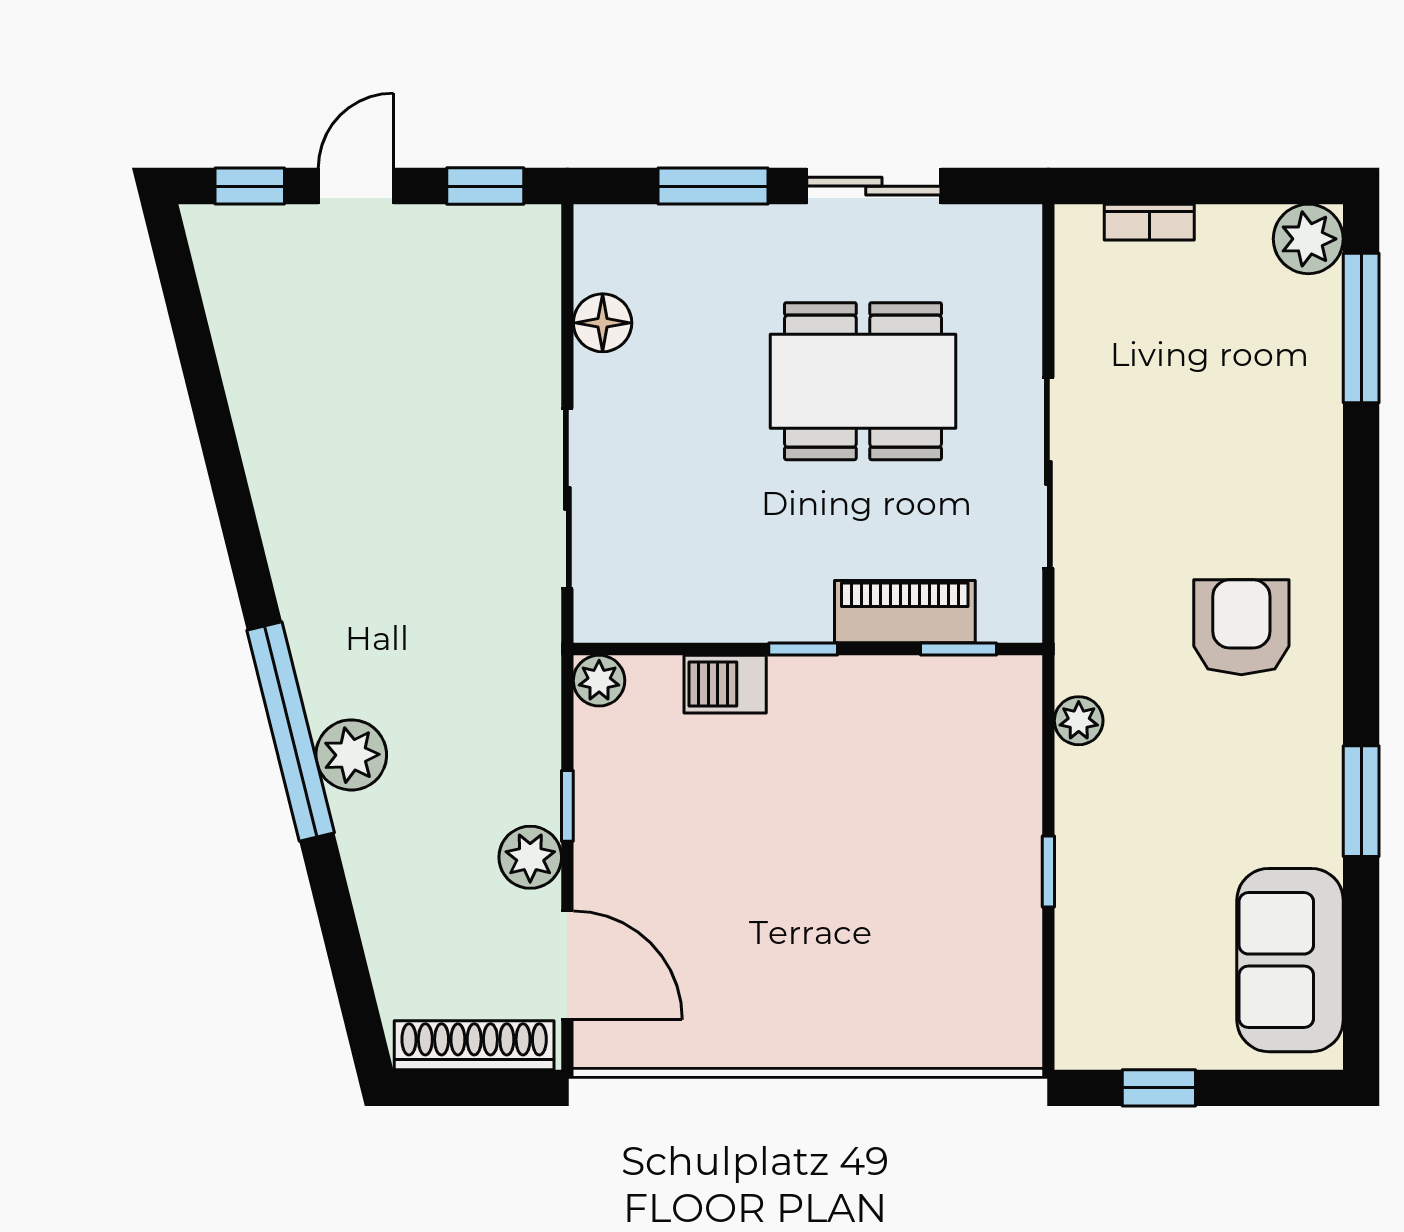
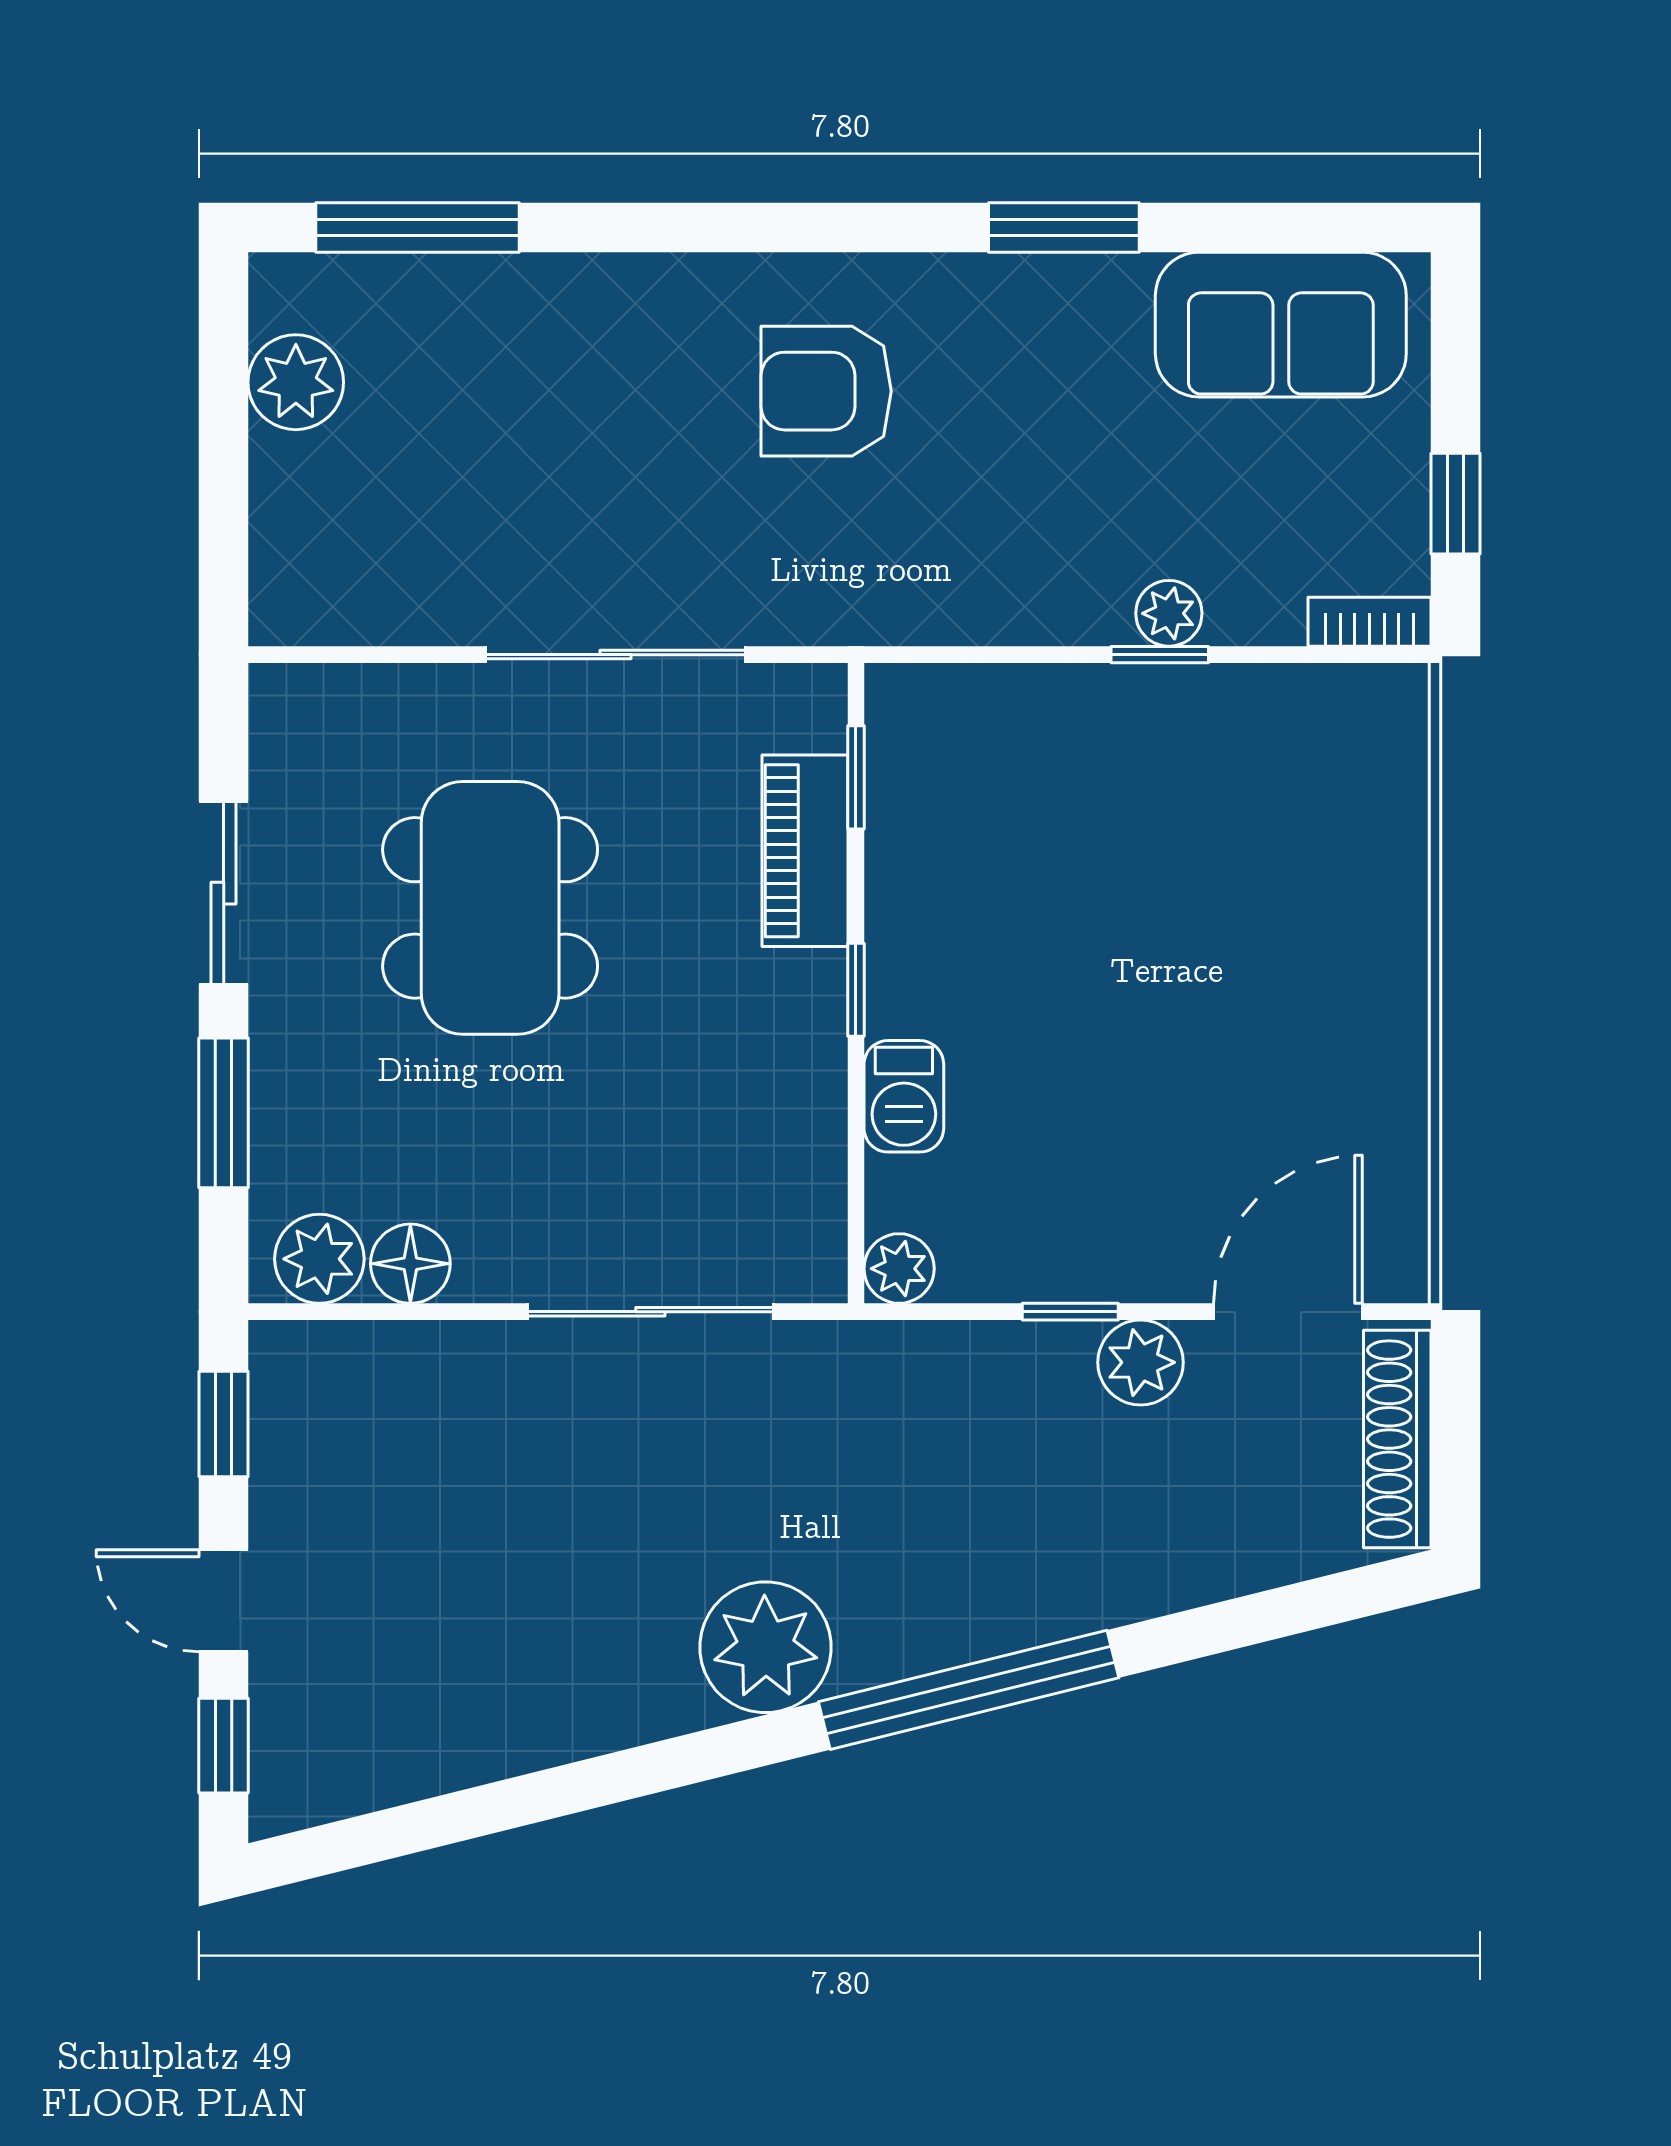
bookcase: (1149, 222) -> (1370, 622), moved, turned -90
plant: (1308, 239) -> (296, 382), moved
plant: (606, 256) -> (319, 1259), added
plant: (1079, 721) -> (1169, 613), moved
plant: (351, 755) -> (765, 1647), moved, width x1.36, depth x1.36

